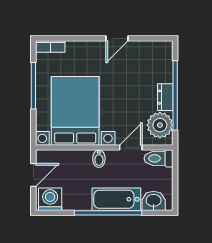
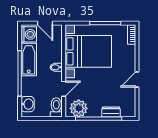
door: (117, 38) -> (137, 79), hinge flipped
dresser: (165, 97) -> (111, 112), moved
door: (131, 147) -> (64, 89), hinge flipped
bathtub: (116, 199) -> (29, 59), moved

